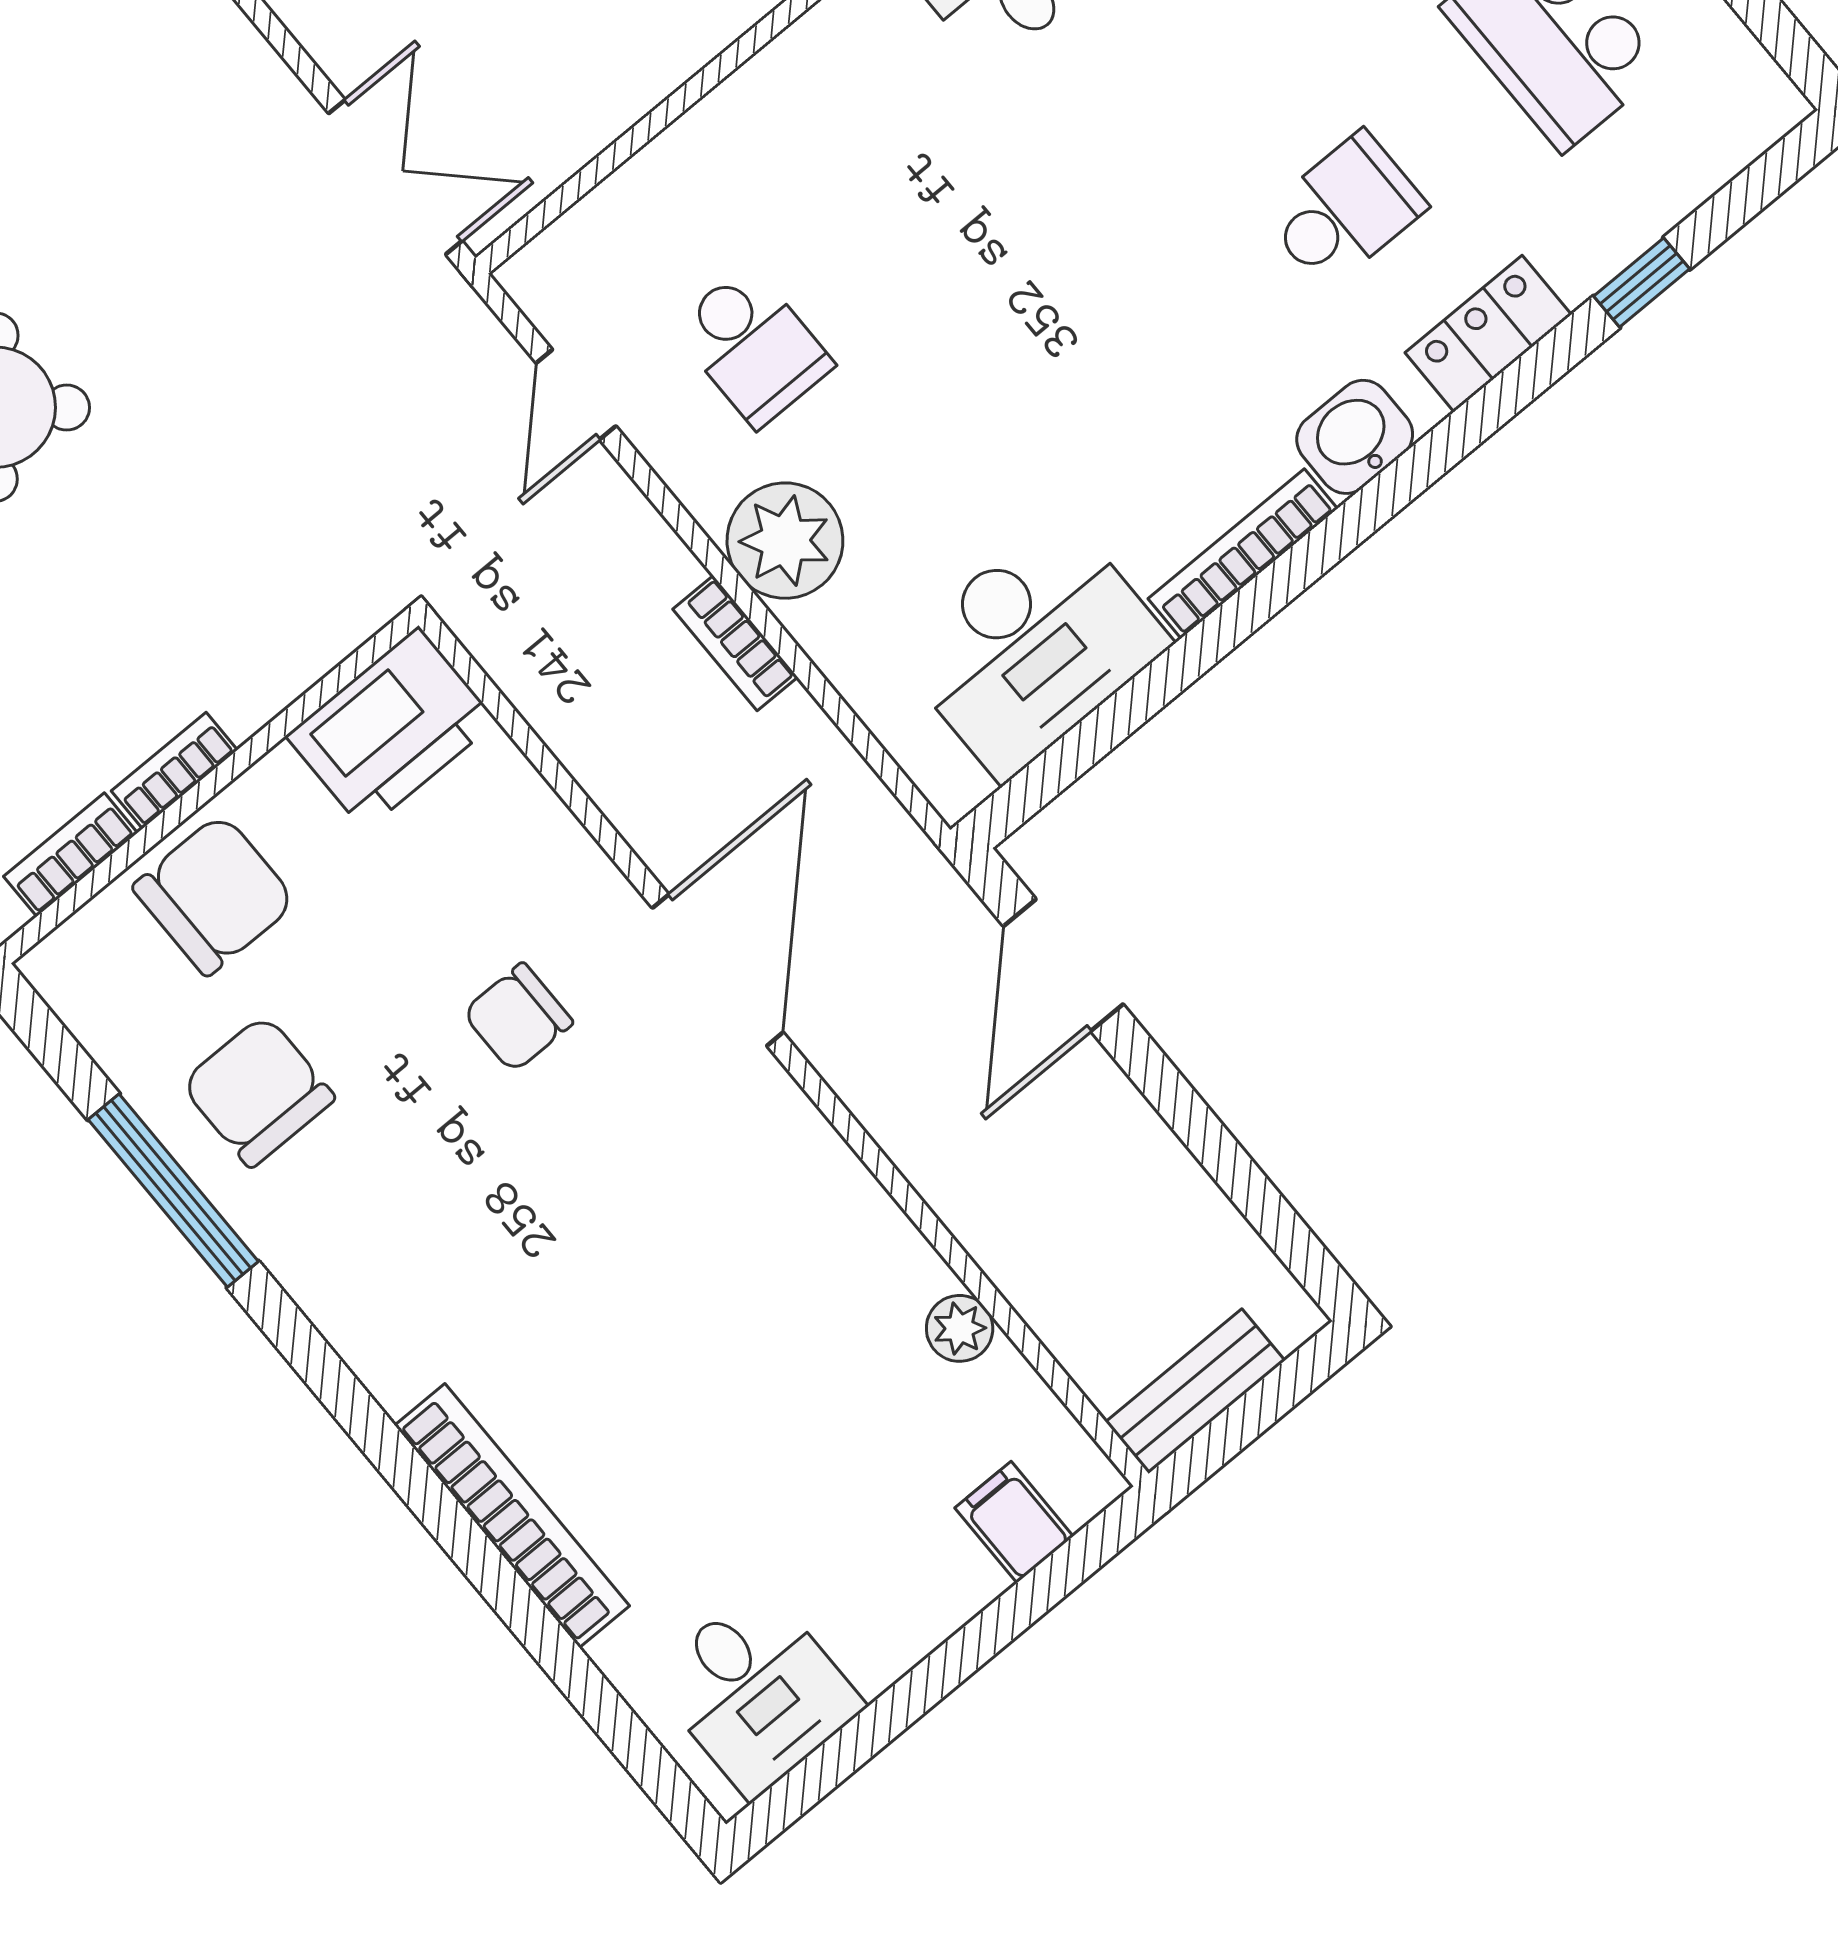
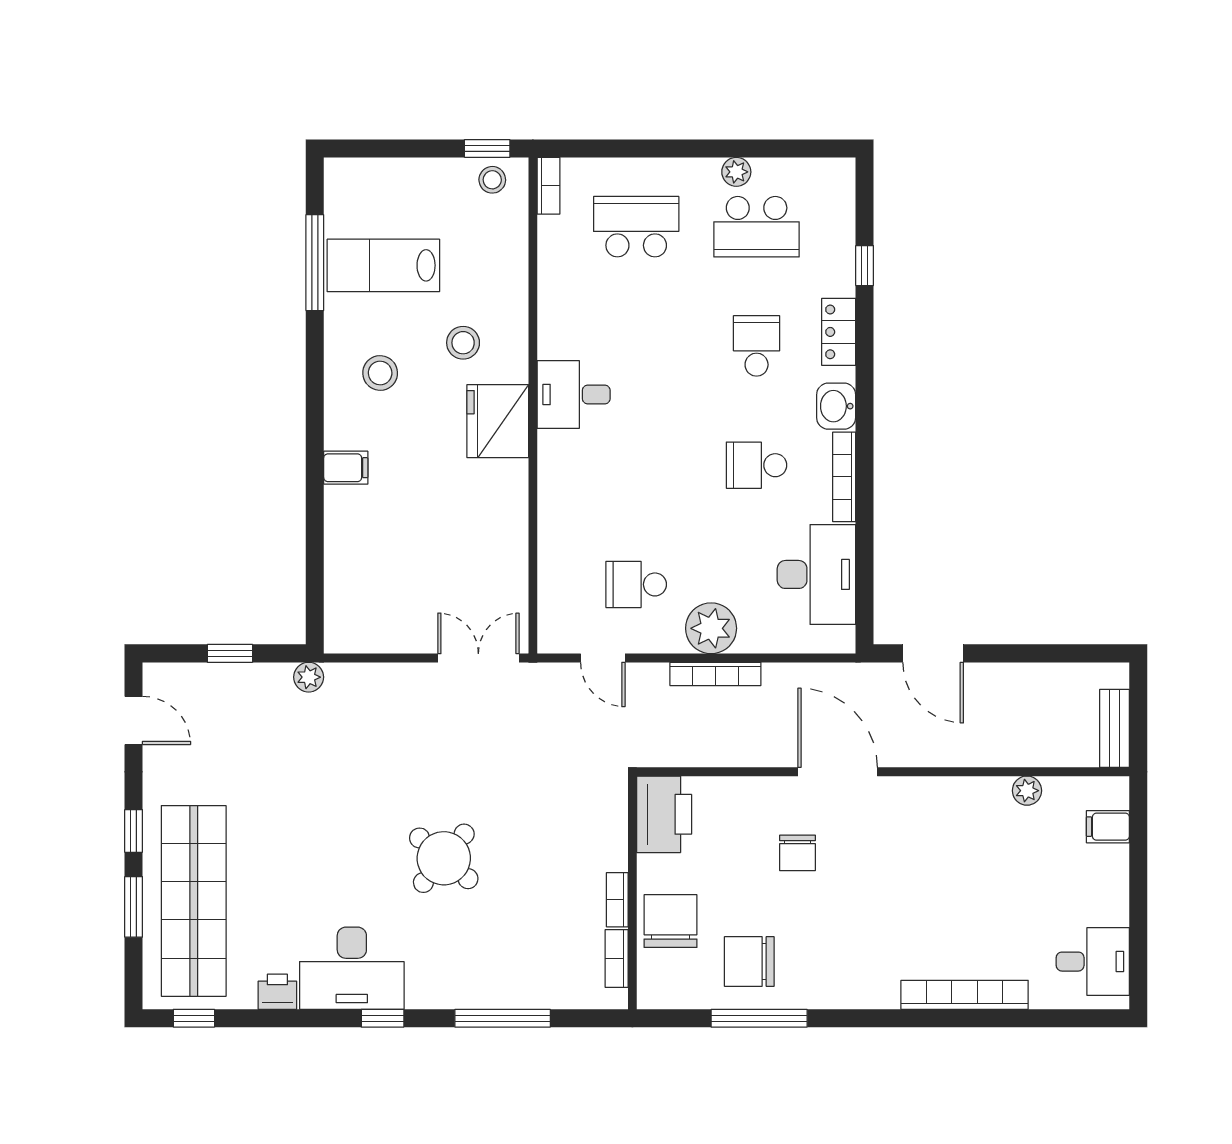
school desk: (753, 346) -> (636, 584), turned 180
school desk: (1136, 383) -> (757, 465), added
bookcase: (735, 643) -> (715, 674), width x1.56

